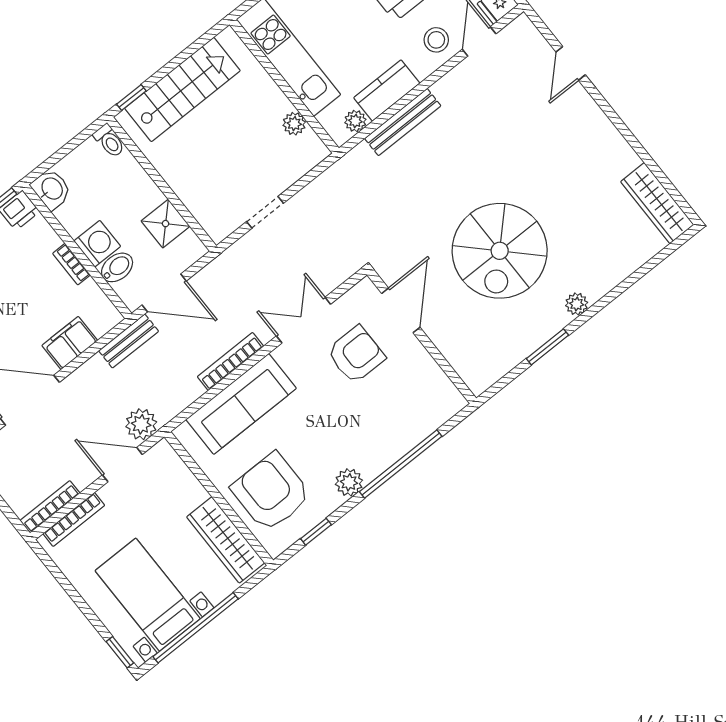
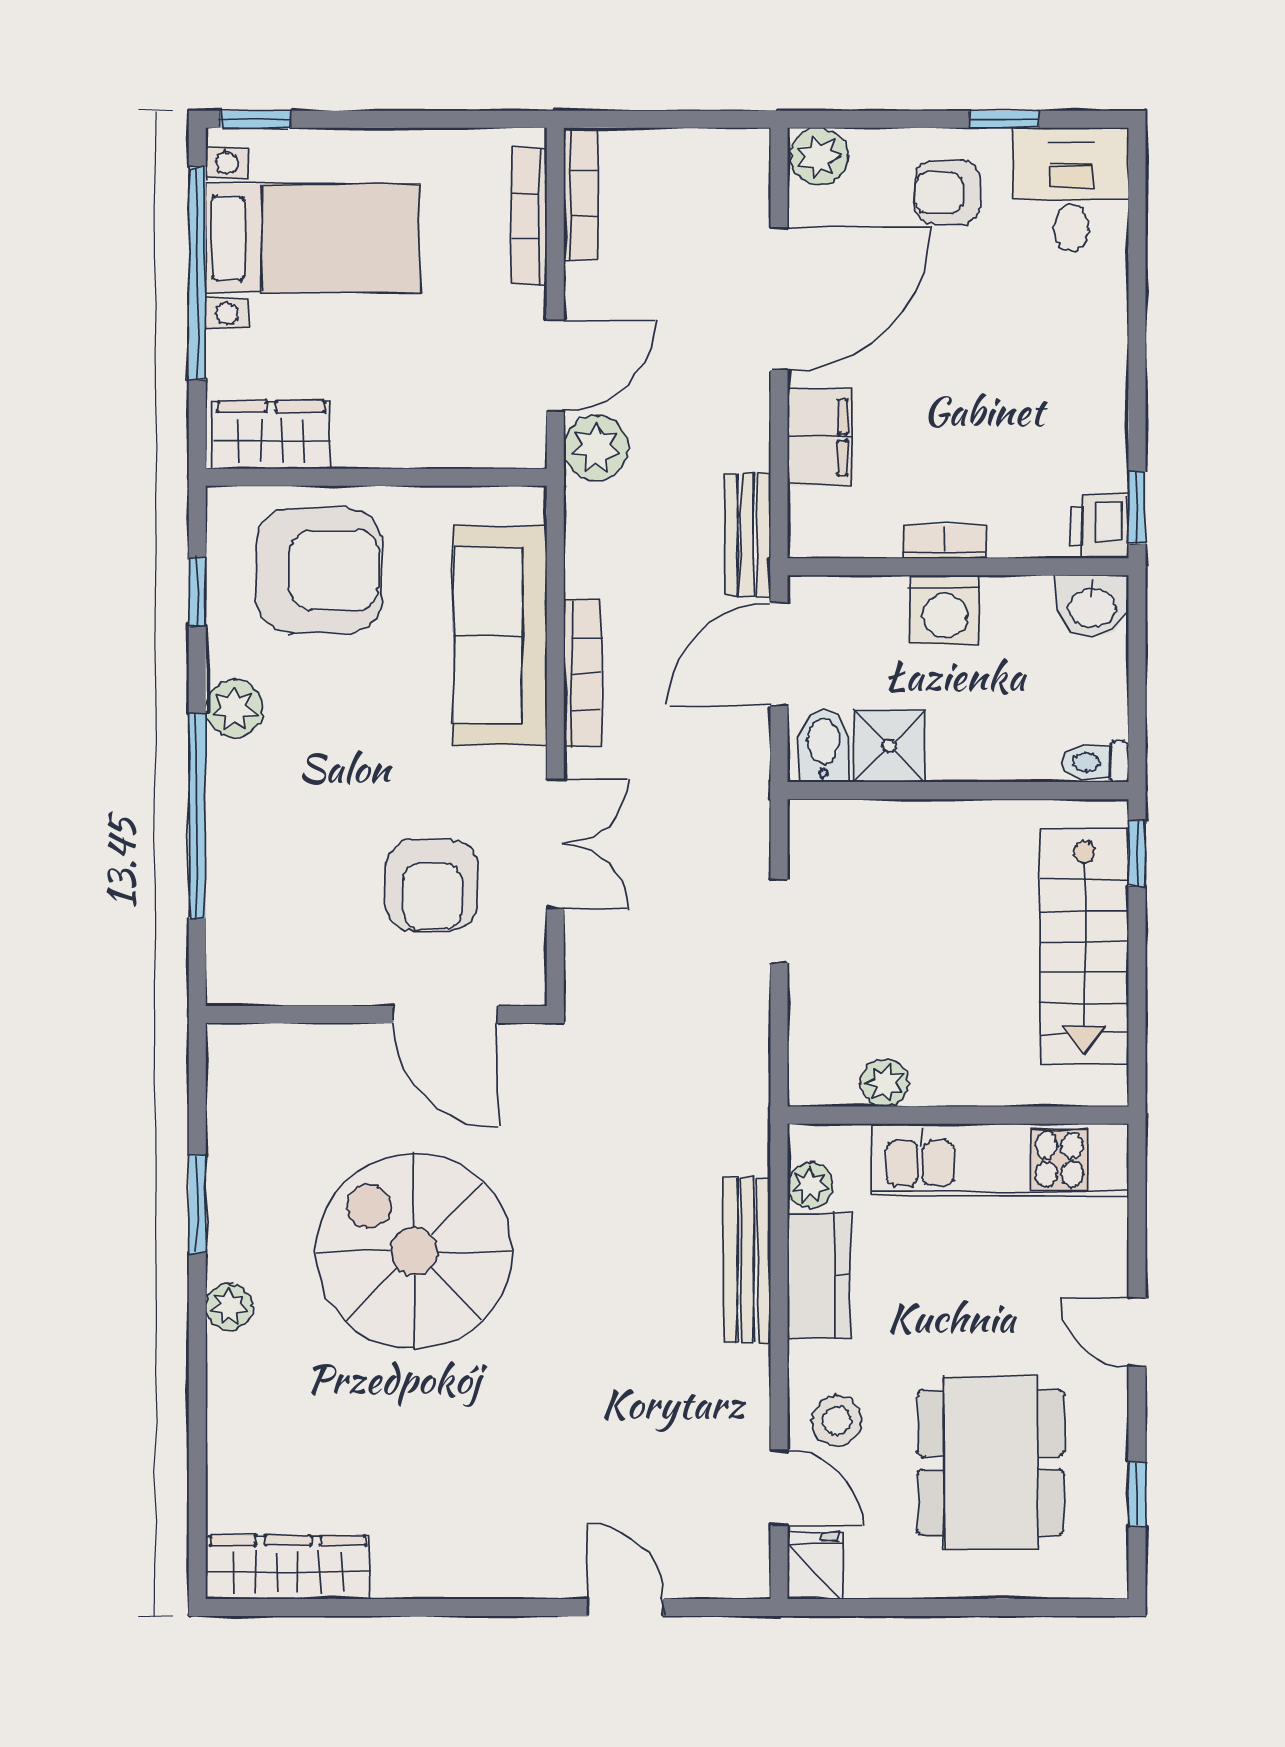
bidet: (117, 267) -> (824, 746), moved, turned 180
wardrobe: (226, 540) -> (271, 435), width x0.67

